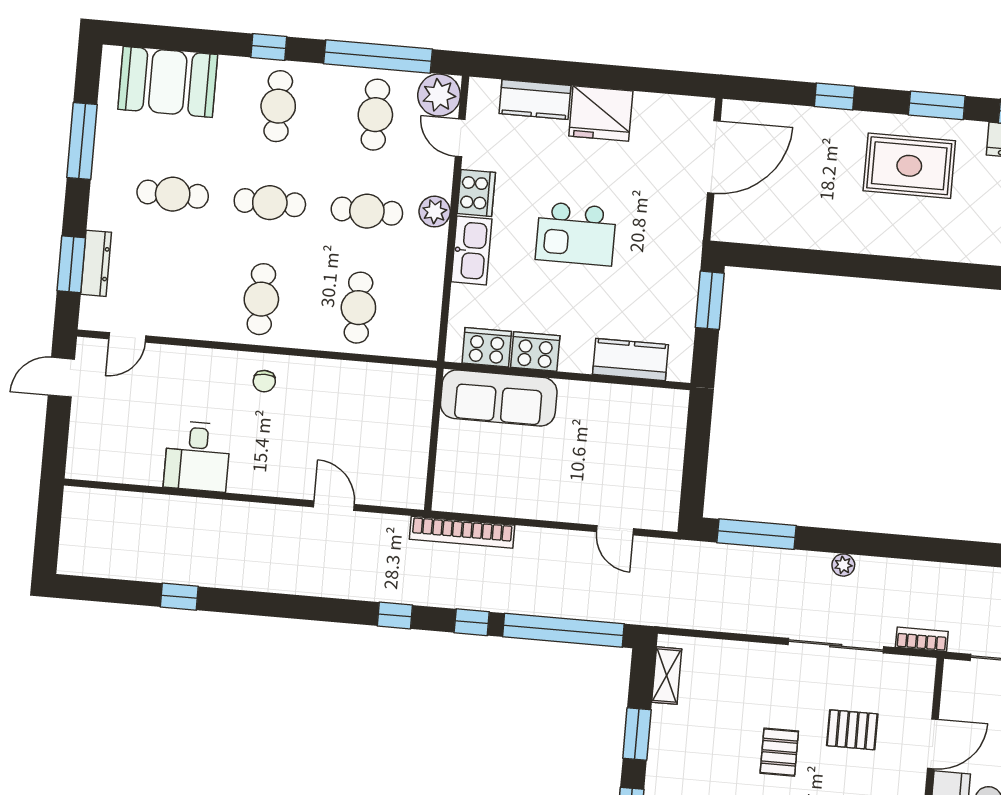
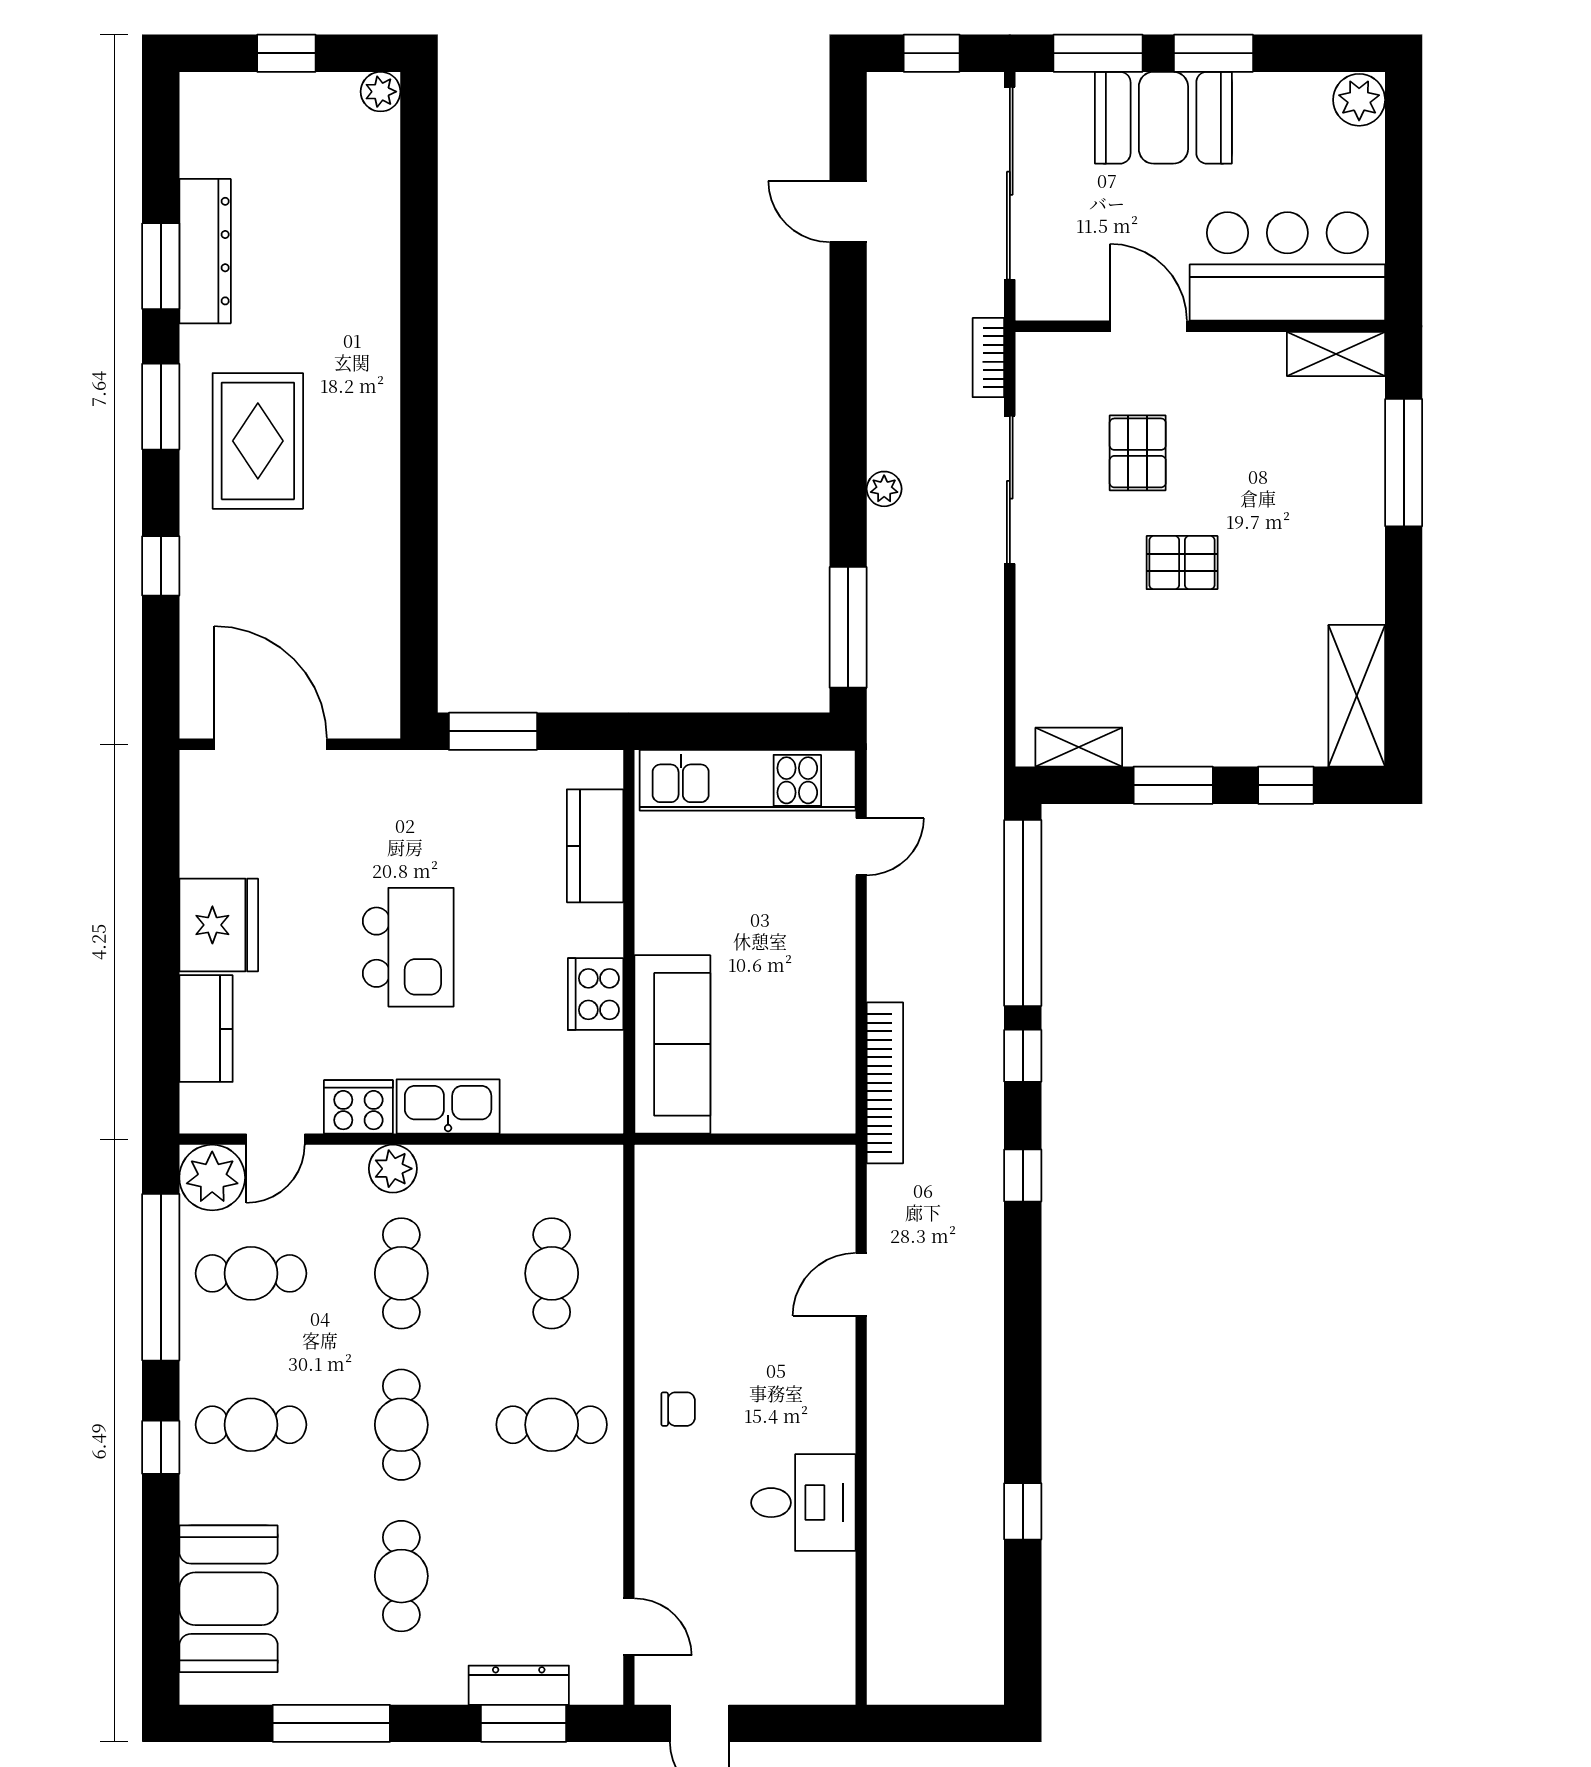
cafe table: (358, 308) -> (552, 1273), turned 90
cooker: (487, 347) -> (596, 1070), removed
kitchen unit: (664, 461) -> (748, 780), added

